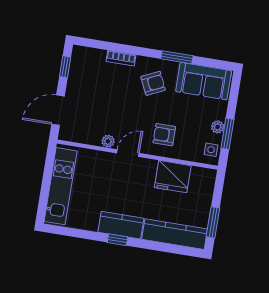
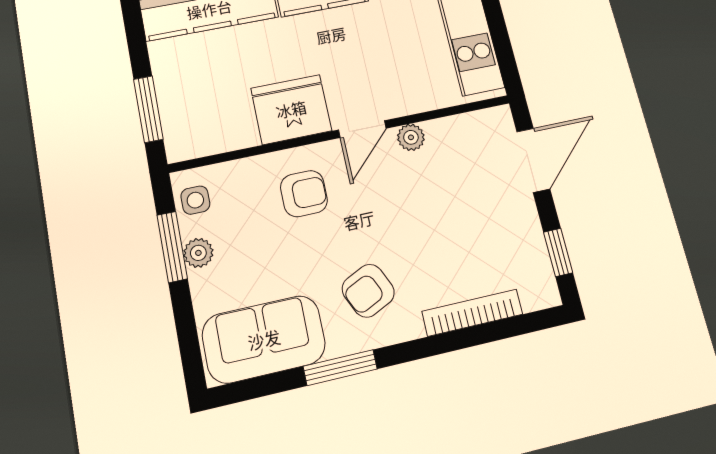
bookcase: (121, 58) -> (472, 313), width x1.56
fridge: (173, 177) -> (291, 109), moved
window: (213, 222) -> (148, 109), moved

